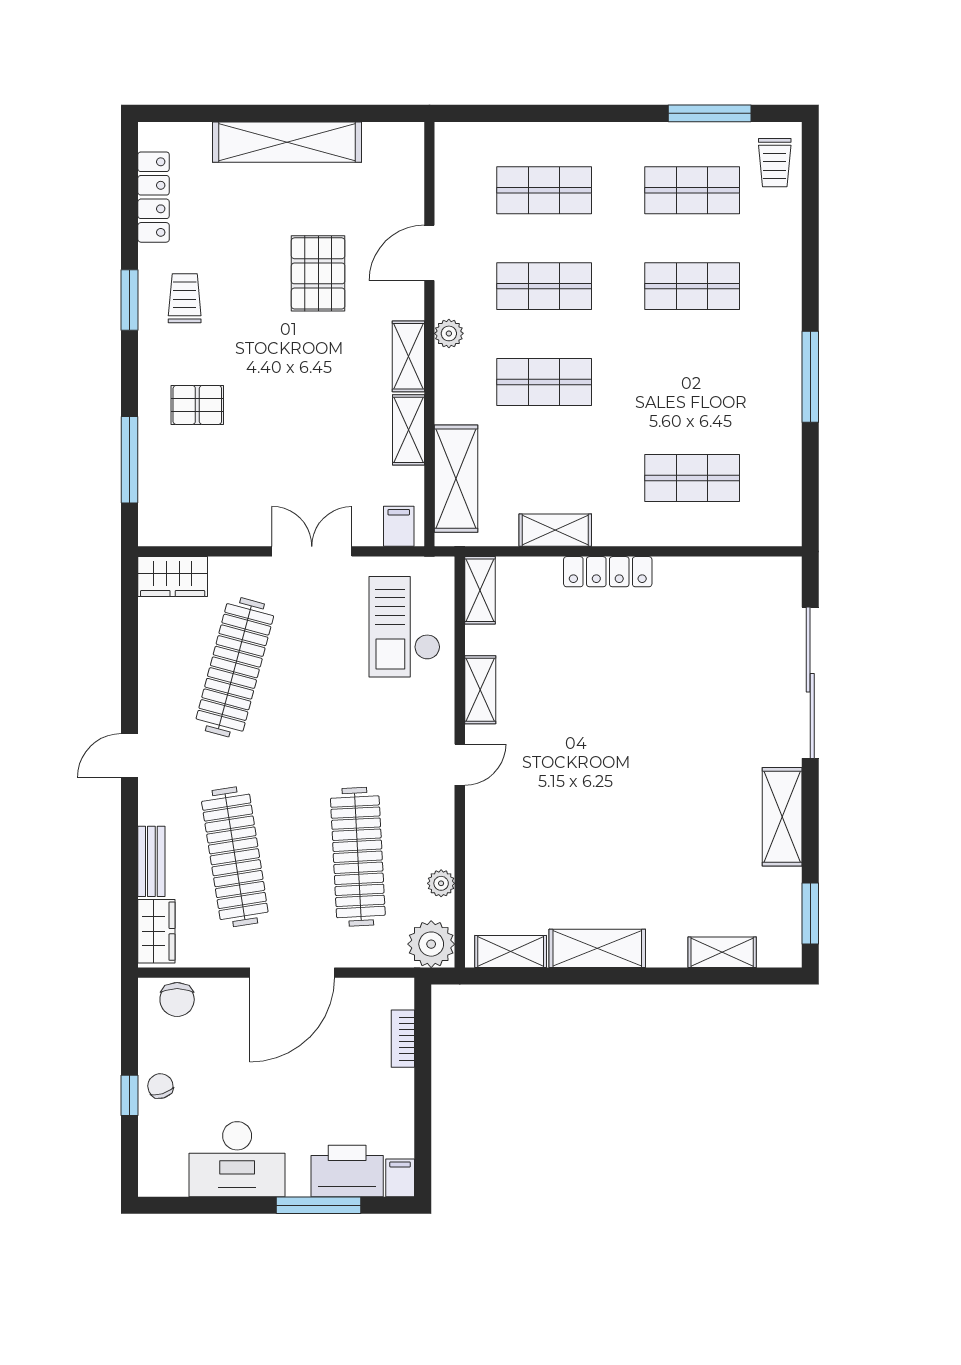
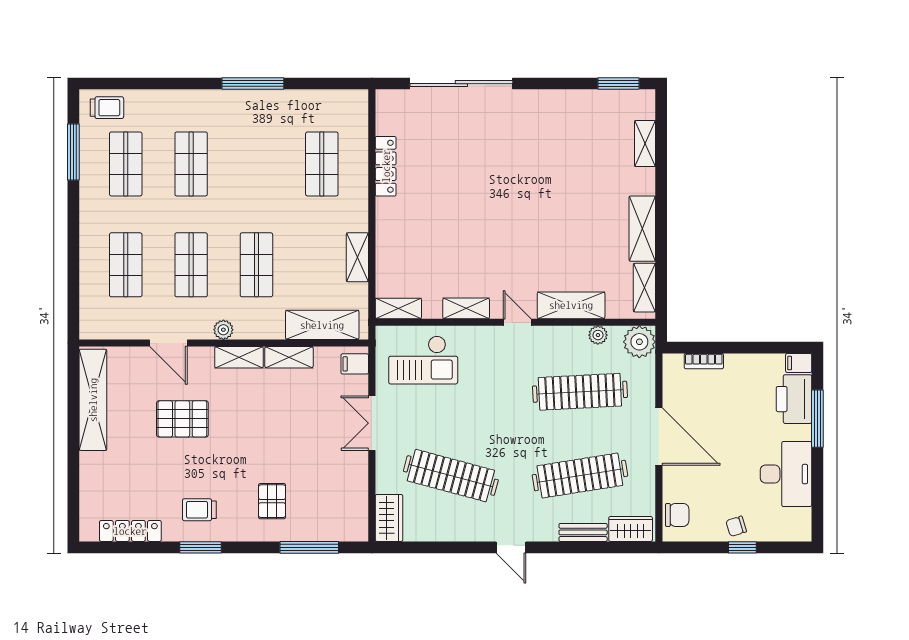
shelving: (287, 142) -> (93, 400), moved
locker: (608, 572) -> (386, 166), moved
shelving: (782, 817) -> (571, 305), moved

